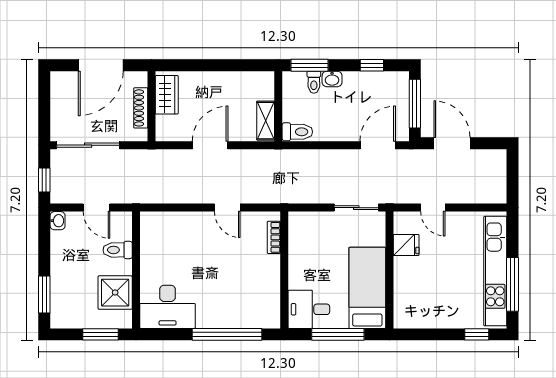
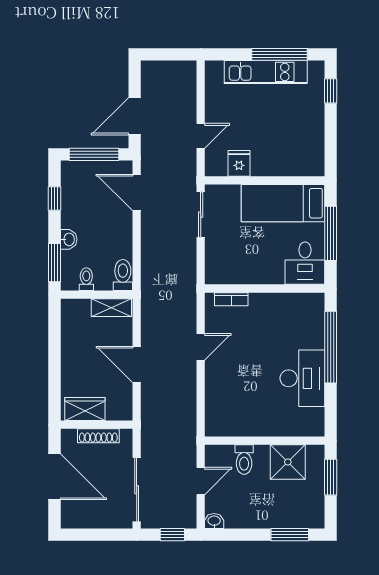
toilet: (314, 82) -> (86, 279), moved, turned -90
kitchen unit: (495, 271) -> (266, 72), width x0.73
desk: (168, 307) -> (302, 378), moved

